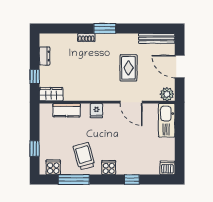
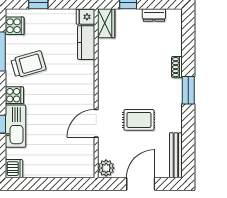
fridge: (96, 111) -> (85, 17), moved
kitchen sink: (167, 120) -> (15, 126), moved, turned 90

